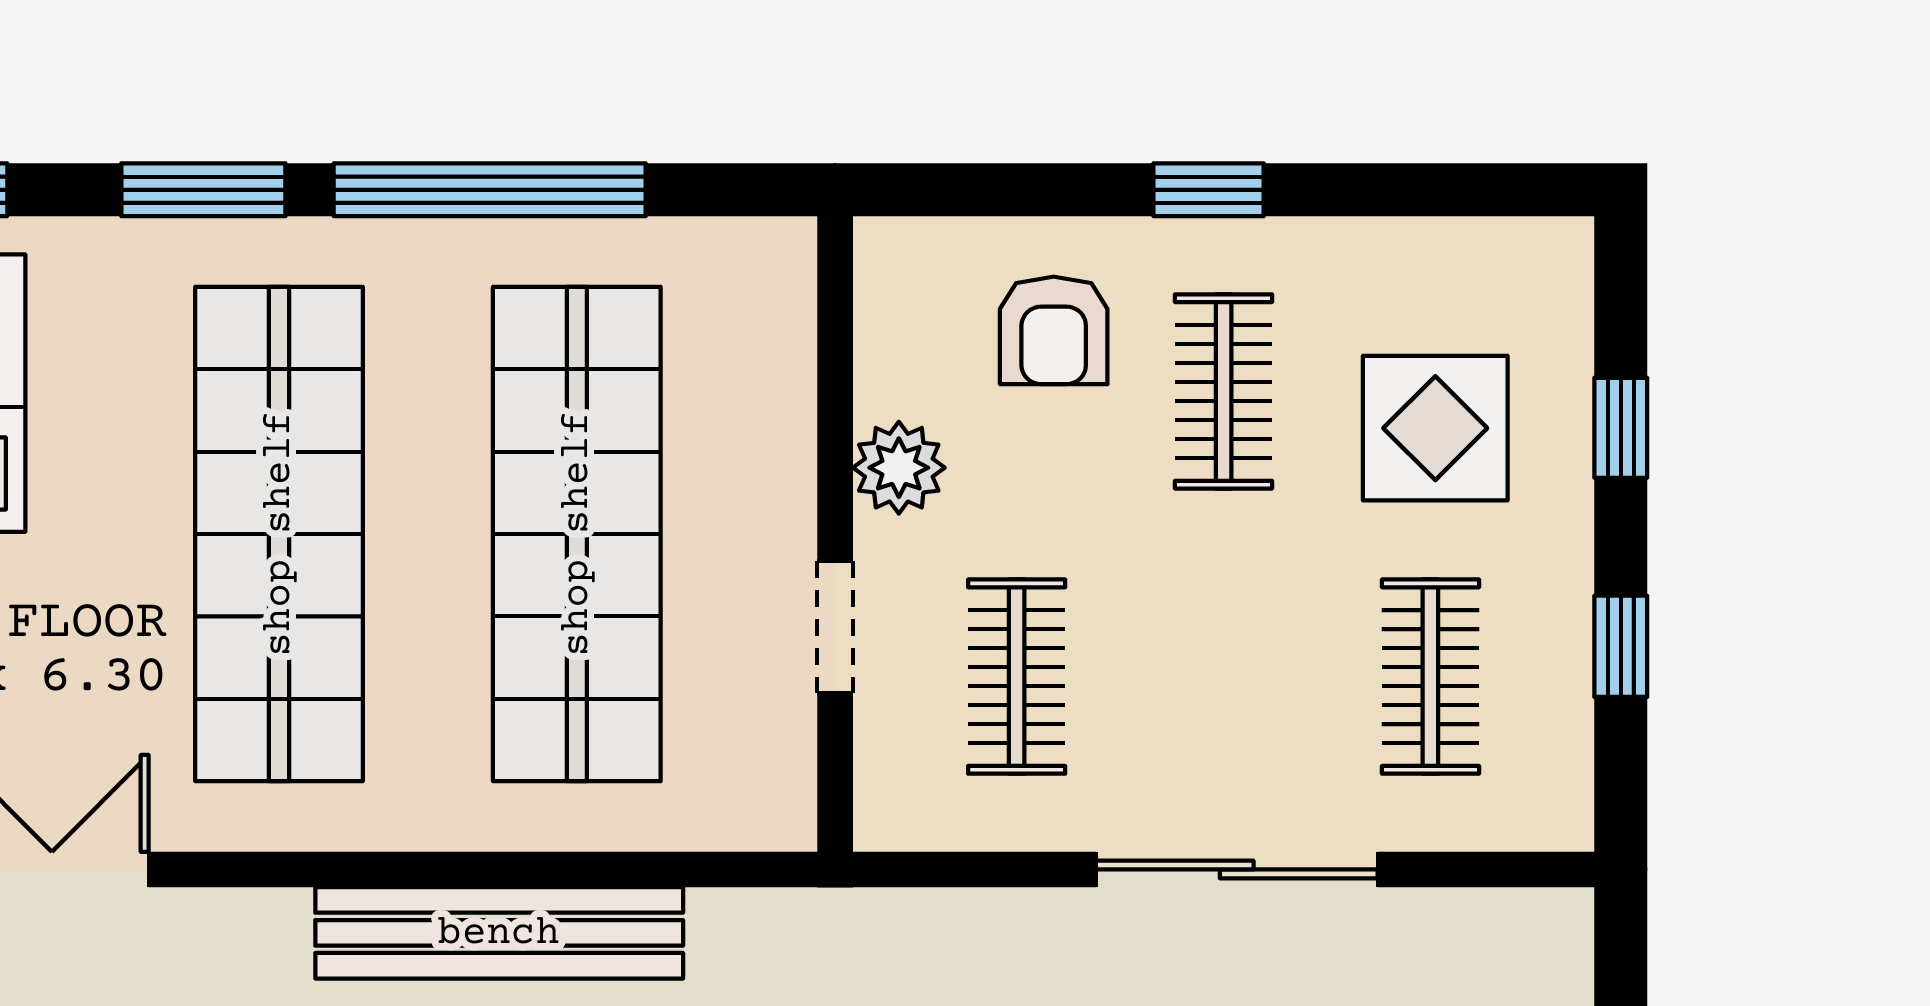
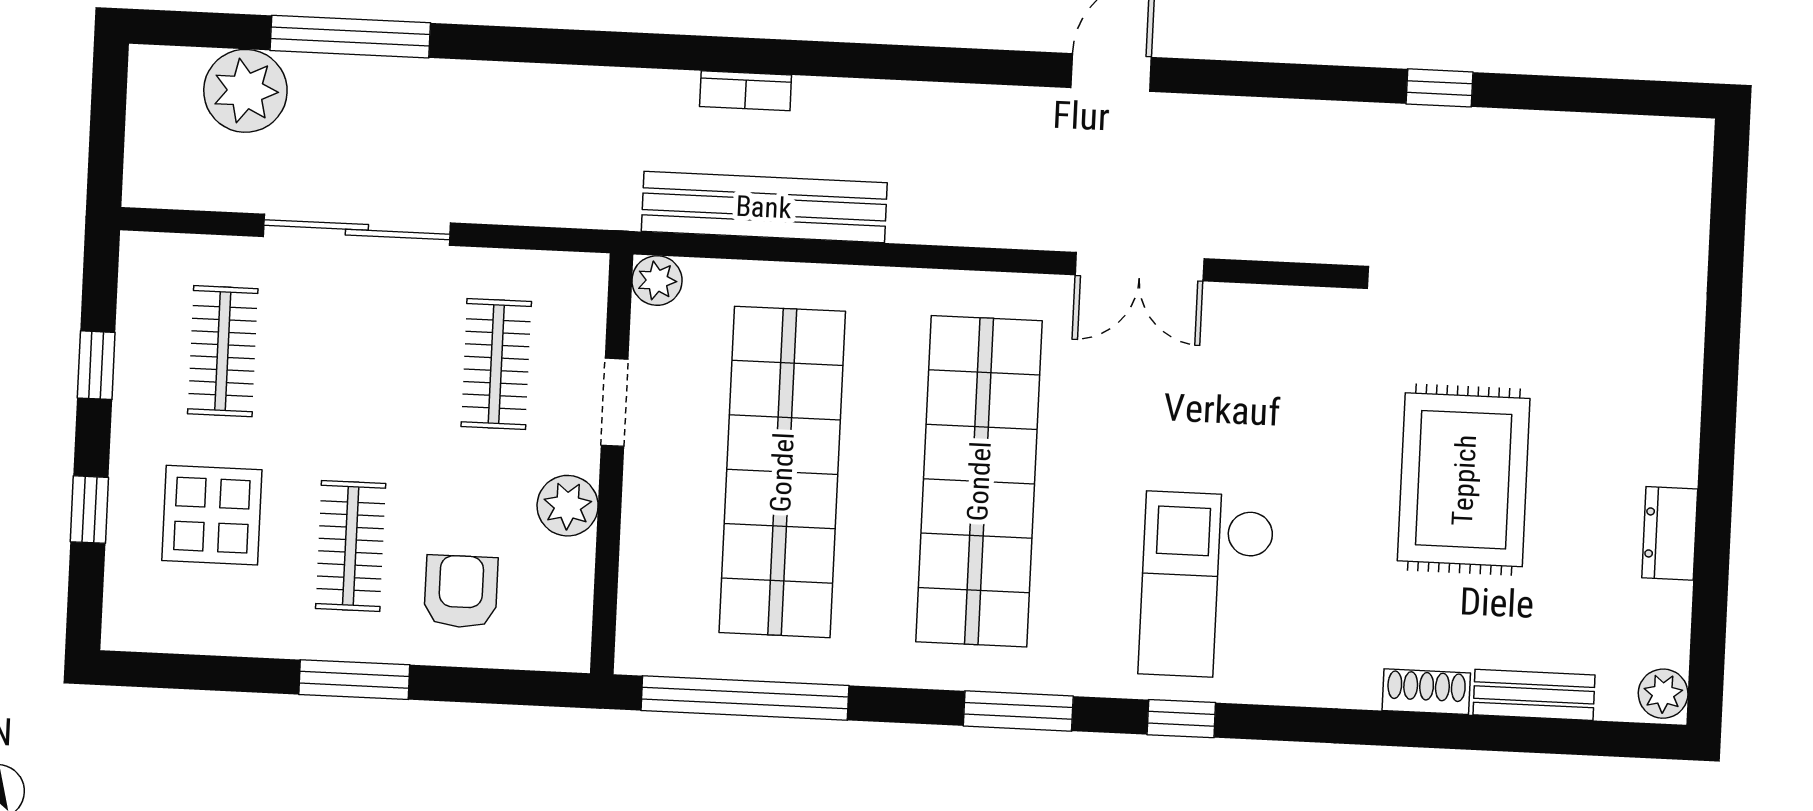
window: (490, 190) -> (745, 698), moved
window: (1209, 190) -> (354, 680), width x1.50
plant: (780, 814) -> (657, 281), added
bench: (499, 933) -> (764, 207), moved

